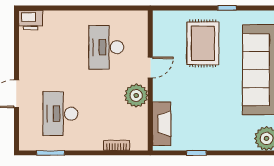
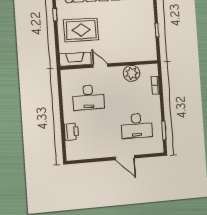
printer: (31, 20) -> (71, 132), moved
plant: (136, 95) -> (132, 73), moved
fireplace: (162, 124) -> (75, 59), moved

